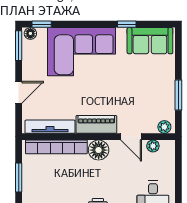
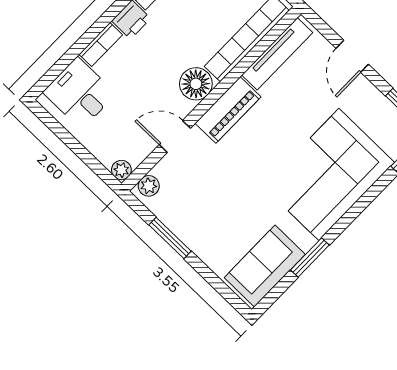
window: (127, 24) -> (310, 257), width x1.50
plant: (153, 146) -> (121, 170), moved

